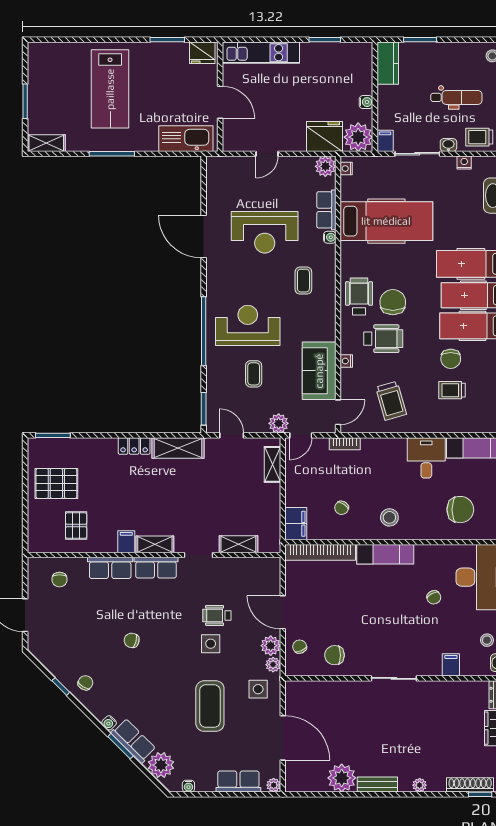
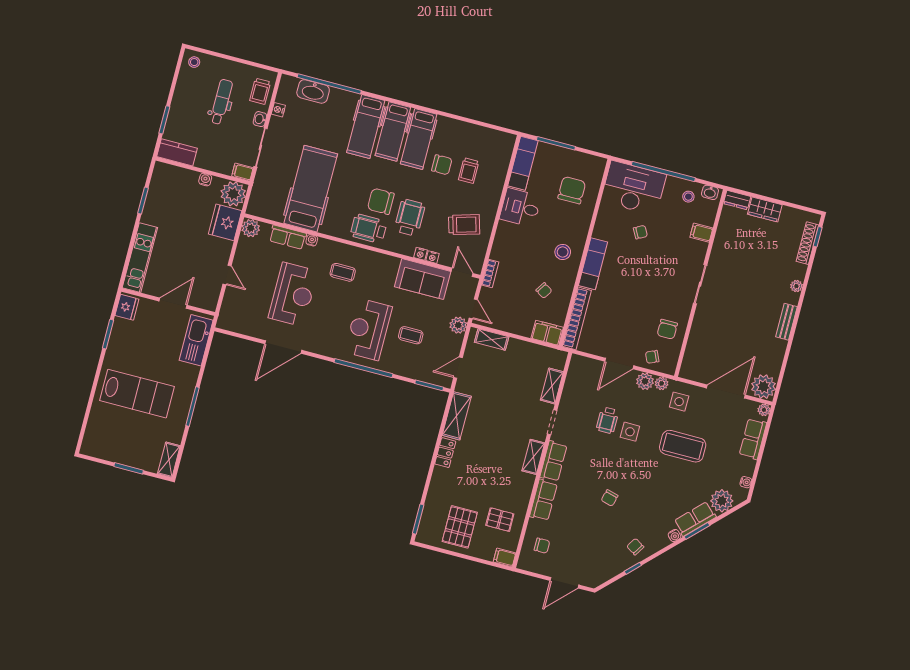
nightstand: (346, 168) -> (432, 257), moved
filing cabinet: (126, 542) -> (505, 557), moved
plant: (342, 778) -> (764, 387), moved

